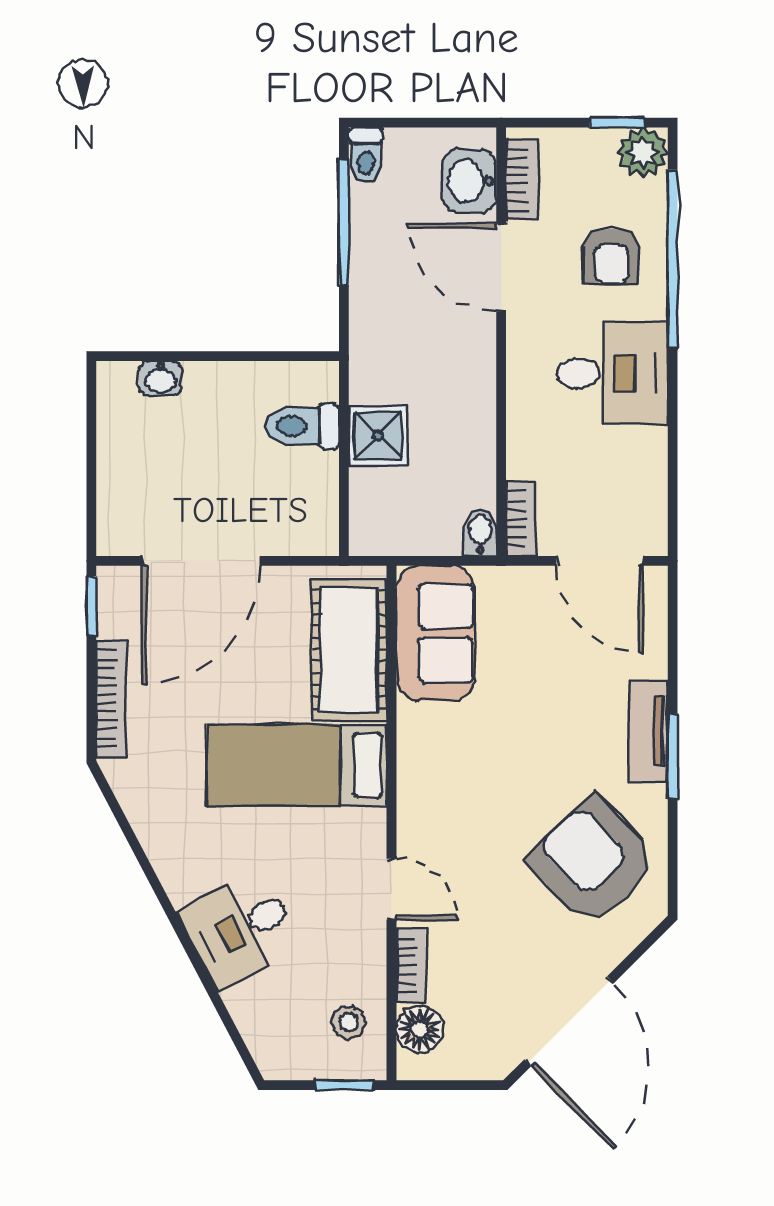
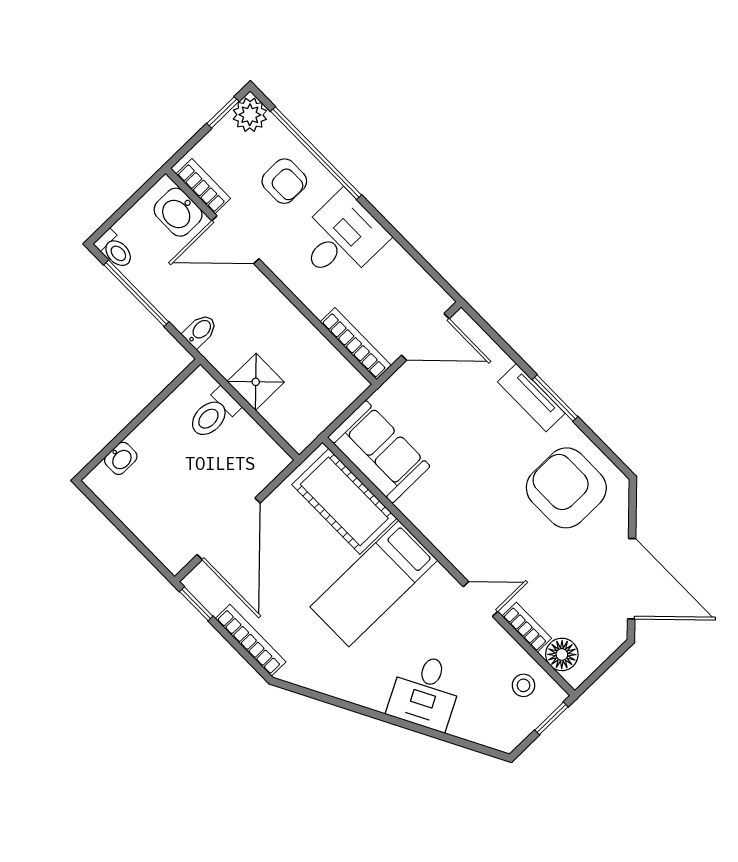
bookcase: (521, 519) -> (356, 344), width x1.56
bidet: (480, 533) -> (200, 331), moved, turned 90
armchair: (593, 861) -> (566, 488), turned 44

